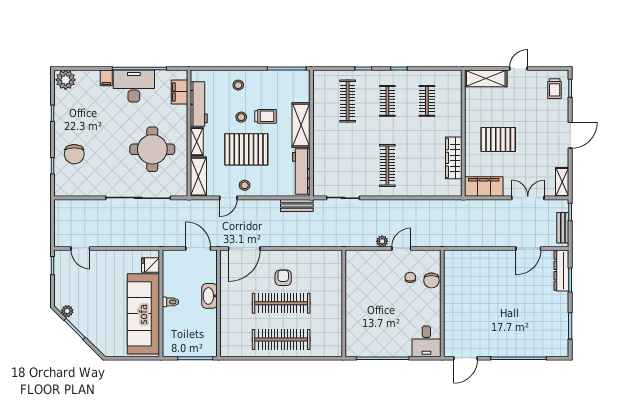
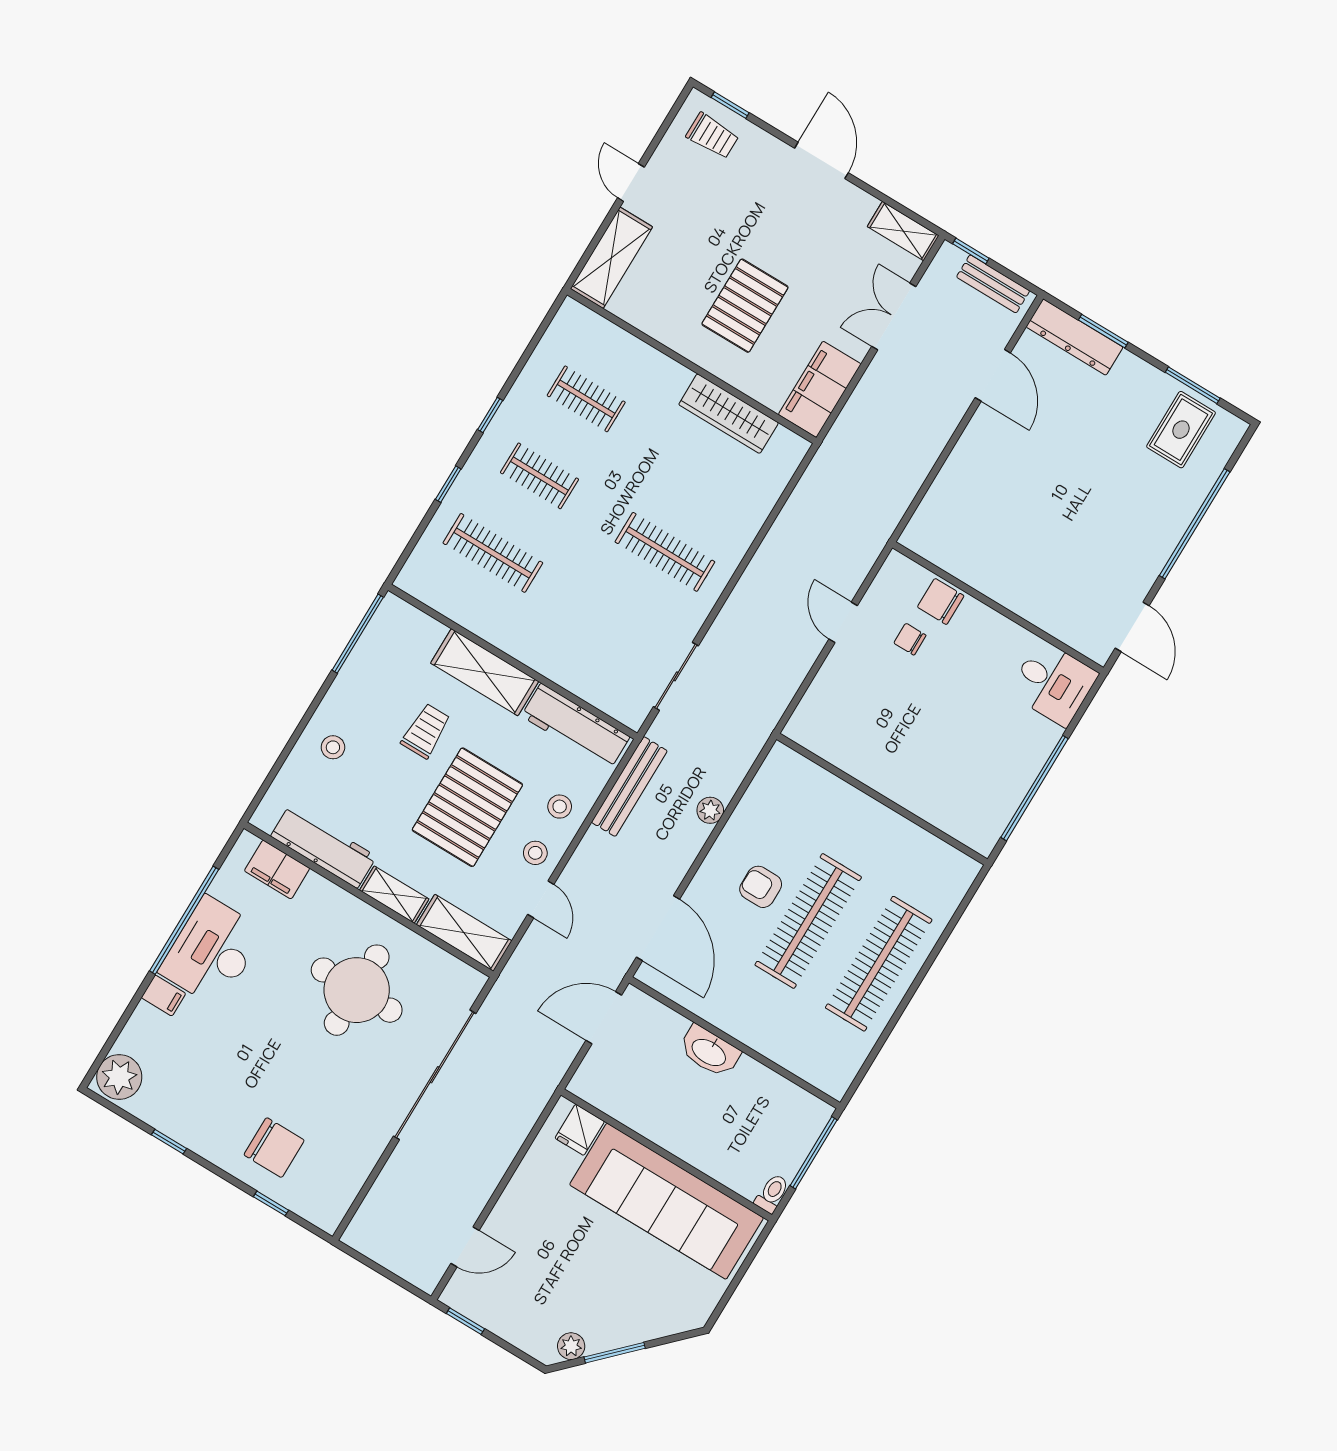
stool: (241, 117) -> (560, 807), moved
bench: (297, 206) -> (629, 787), width x1.36
plant: (382, 241) -> (710, 810), moved
chair: (431, 280) -> (941, 601), turned 180
toilet: (170, 302) -> (772, 1193), moved
rug: (551, 332) -> (1181, 430), added

